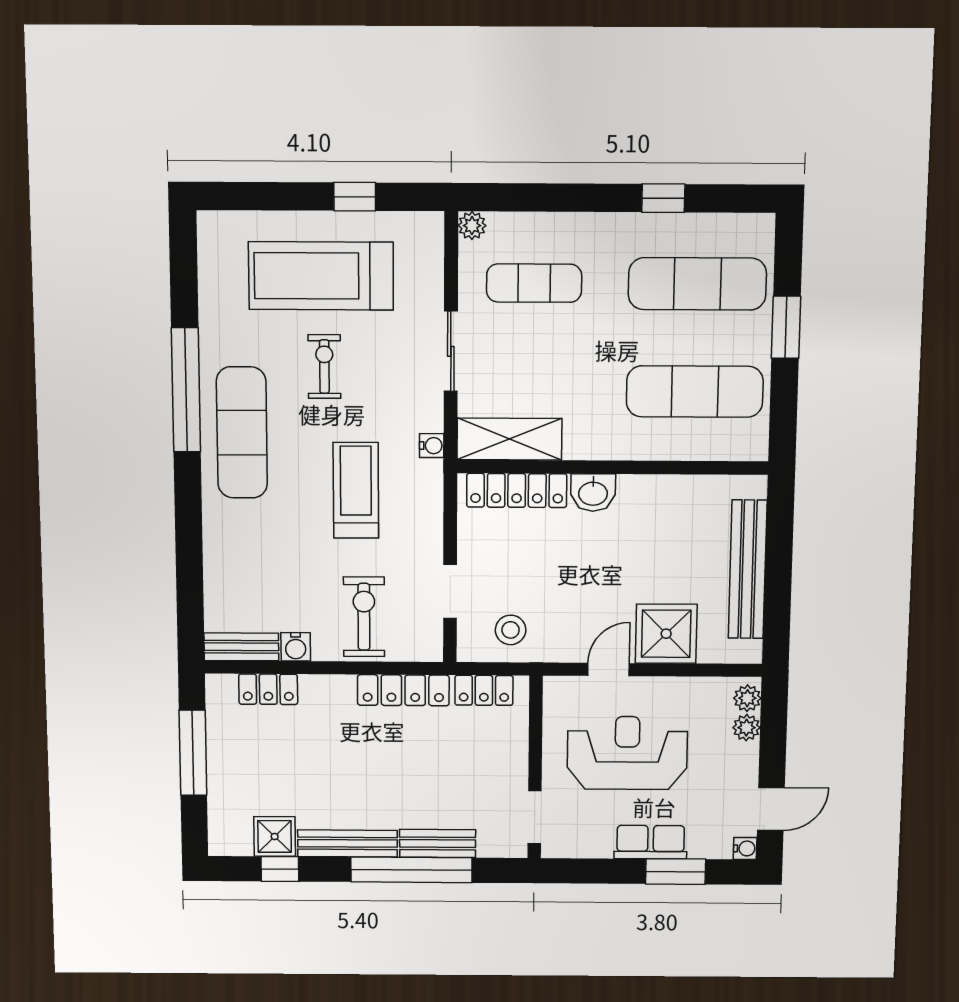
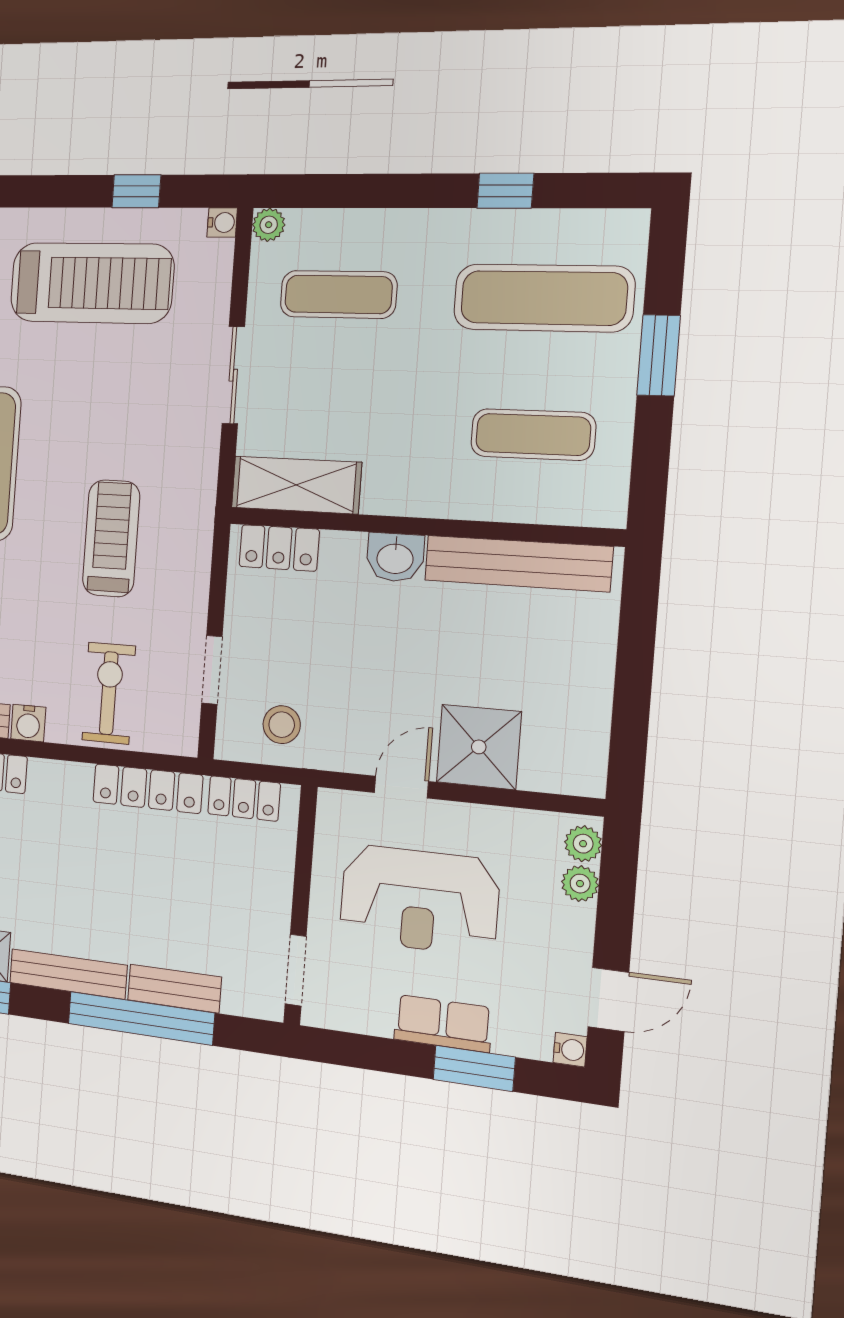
treadmill: (321, 276) -> (92, 283), turned 180
exercise bike: (324, 367) -> (87, 389), removed
exercise mat: (695, 392) -> (533, 435), width x0.73, depth x0.69
water cooler: (432, 446) -> (222, 222), moved
locker: (517, 490) -> (279, 548), width x0.66
bench: (748, 569) -> (518, 563), moved, turned 90
reception desk: (627, 753) -> (419, 900), turned 180

